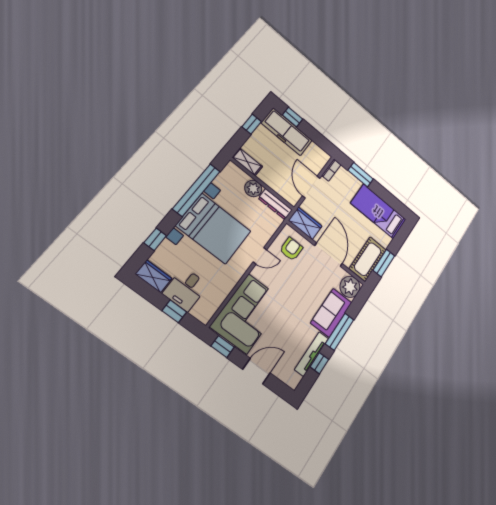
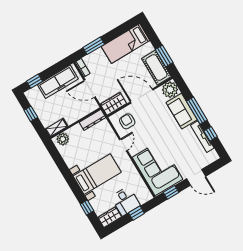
freezer: (287, 132) -> (58, 82), moved
plant: (253, 188) -> (63, 139), moved
window: (196, 190) -> (64, 170), removed
bed with nightstands: (214, 229) -> (97, 174), width x0.73
door: (256, 371) -> (196, 177), swing flipped

